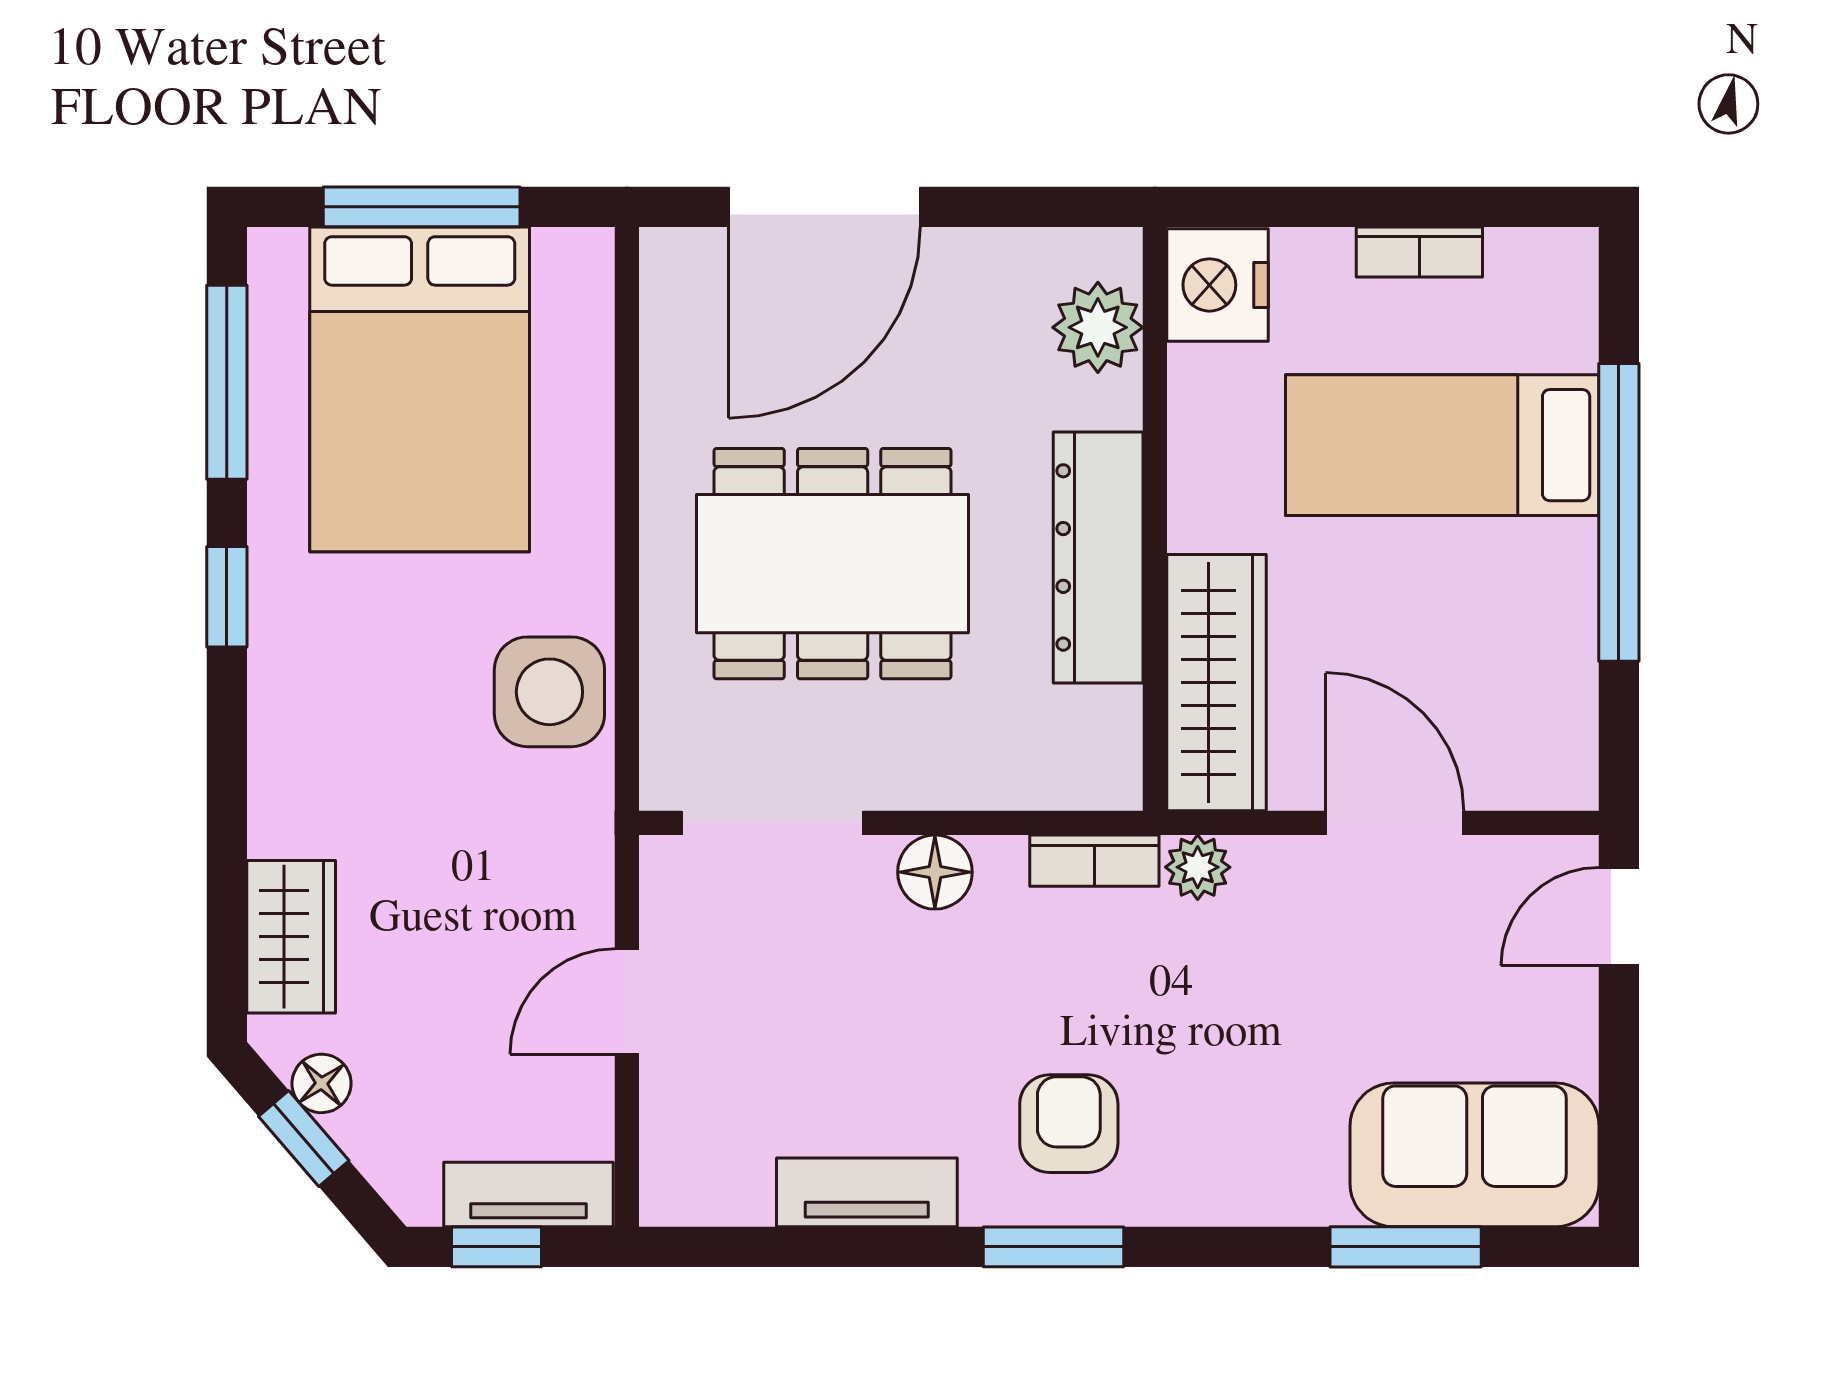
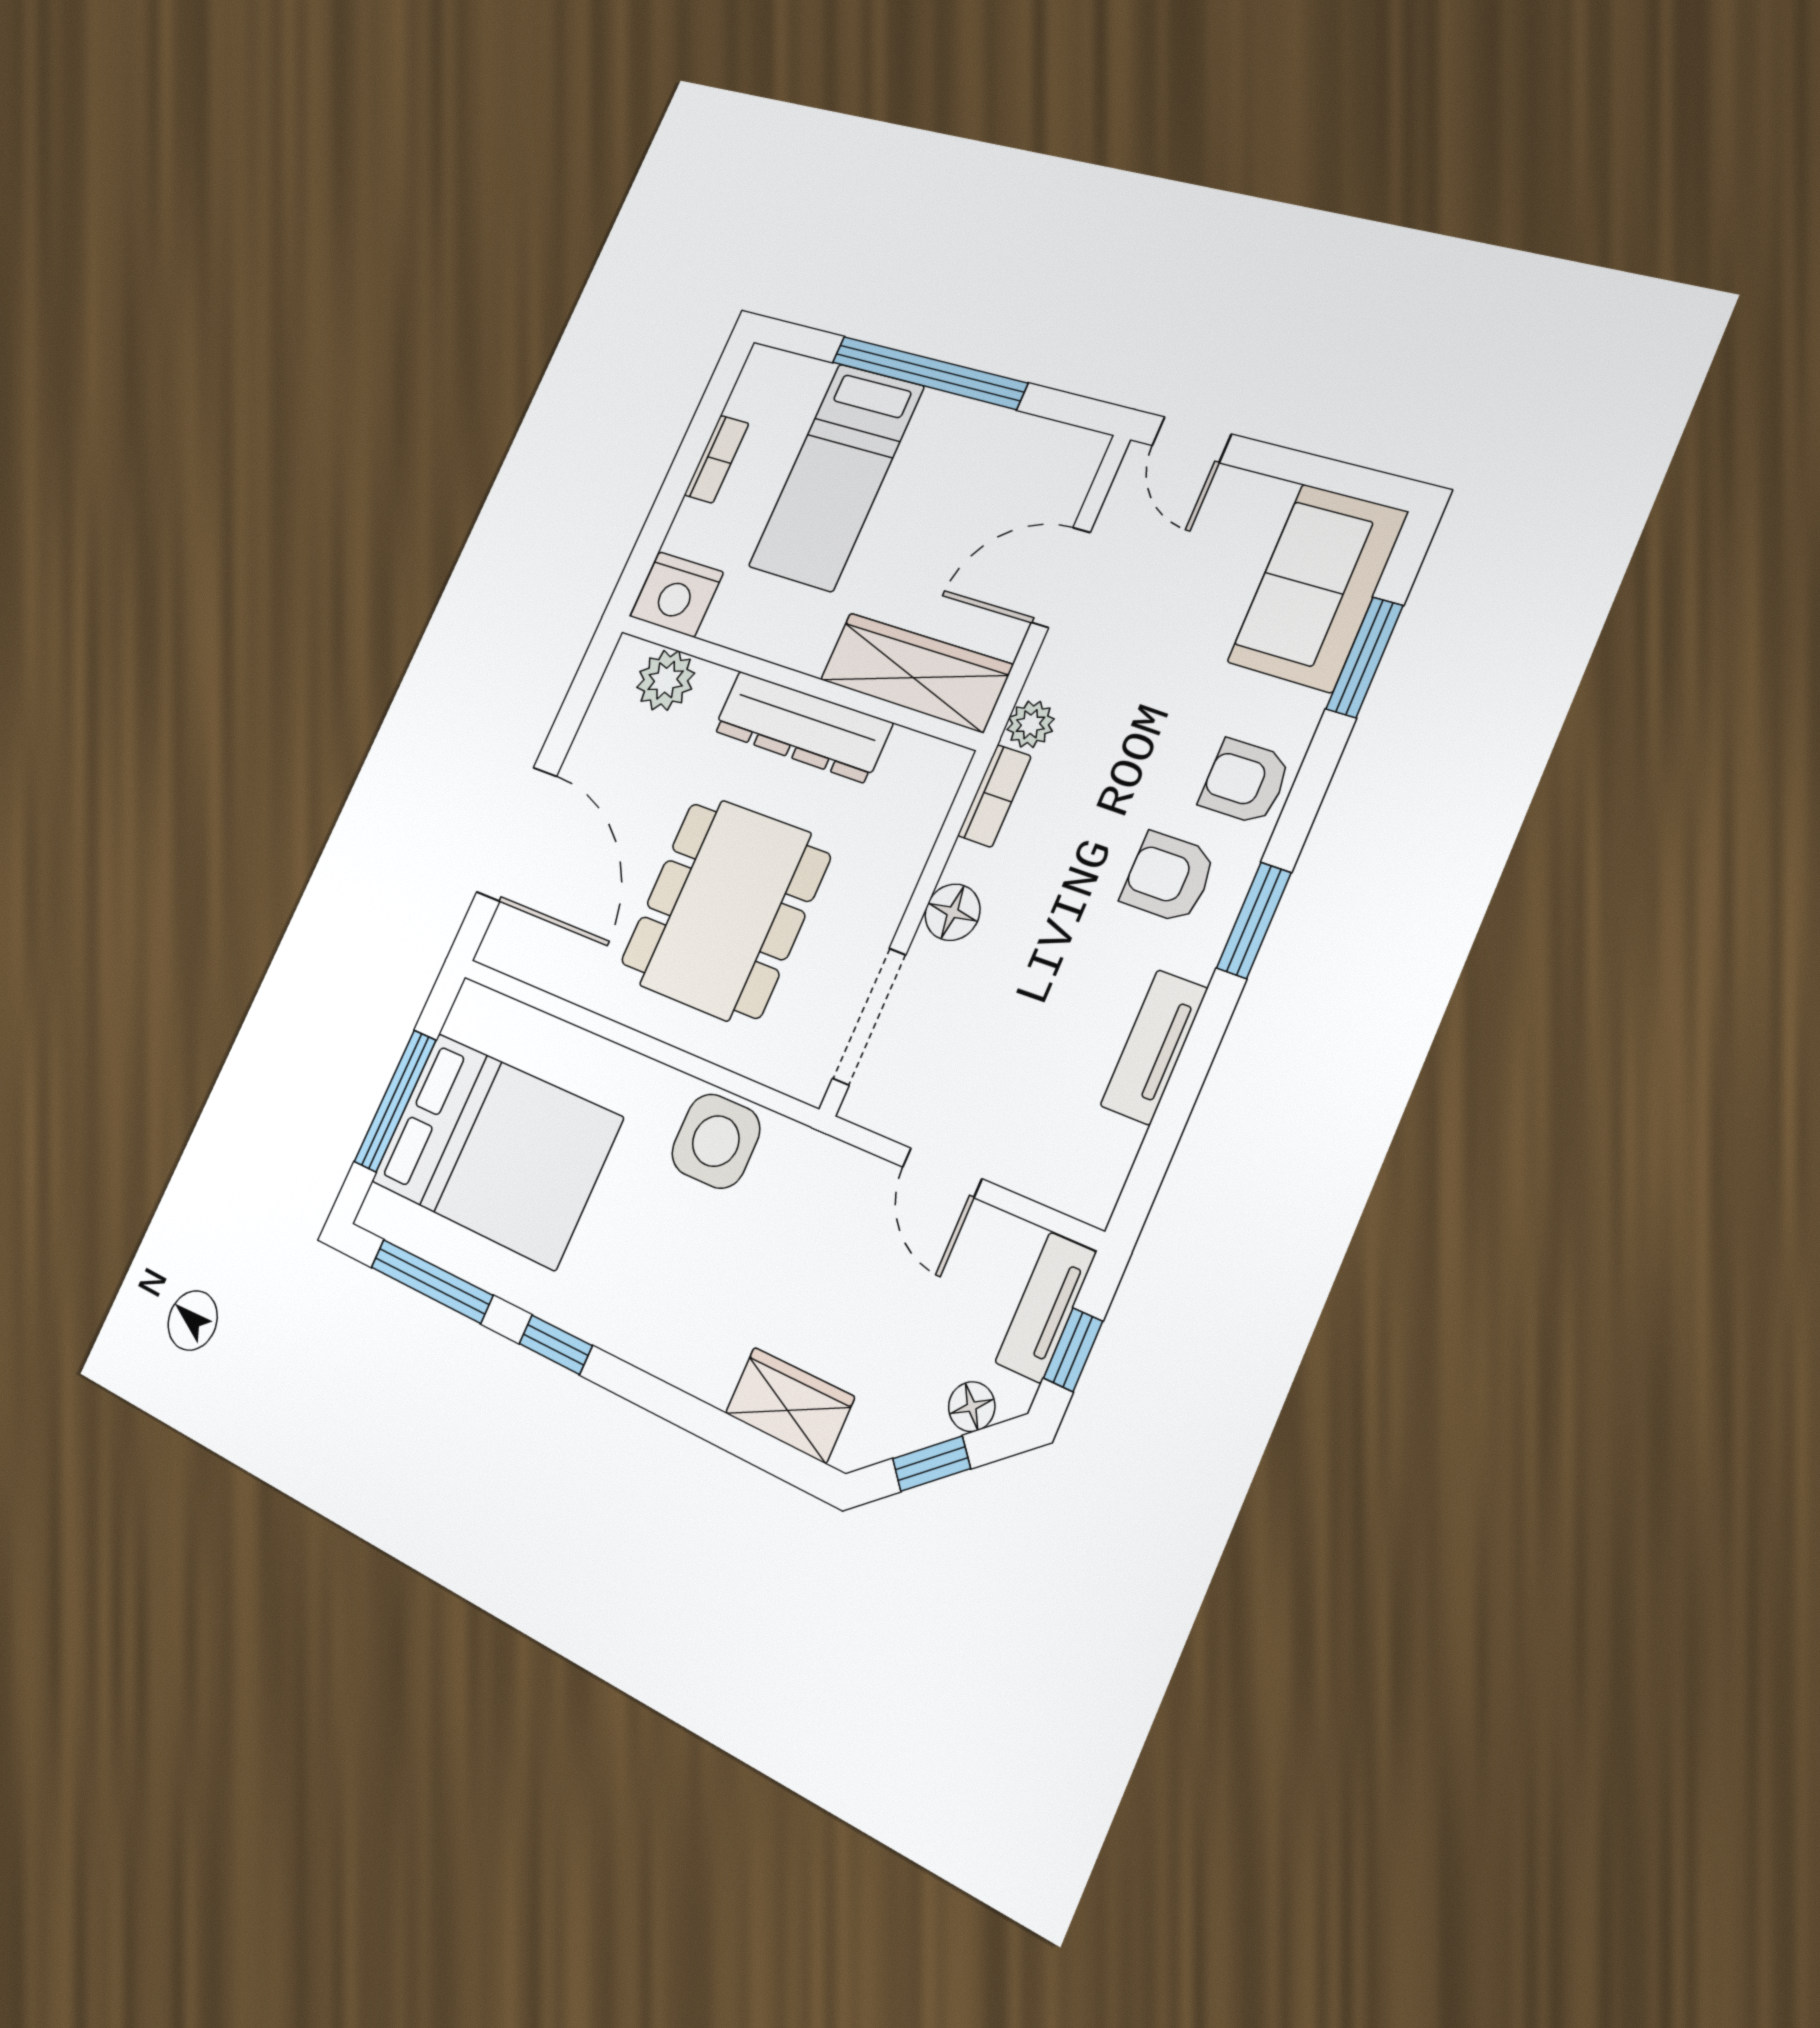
floor lamp: (322, 1083) -> (972, 1407), moved
armchair: (1213, 1167) -> (1245, 782), added

